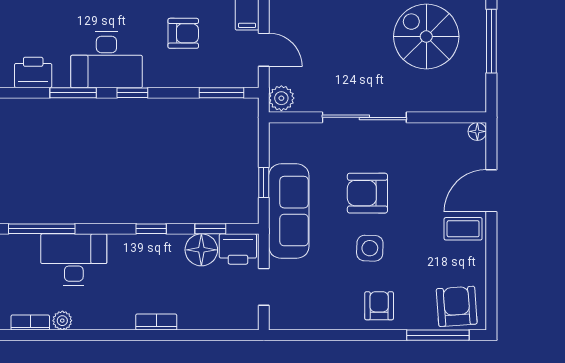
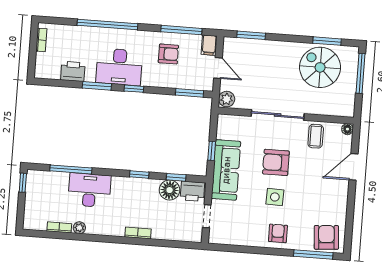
coffee table: (463, 229) -> (316, 136), moved, turned 90

